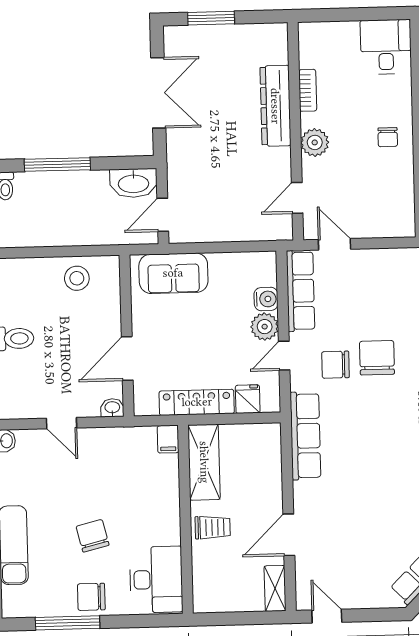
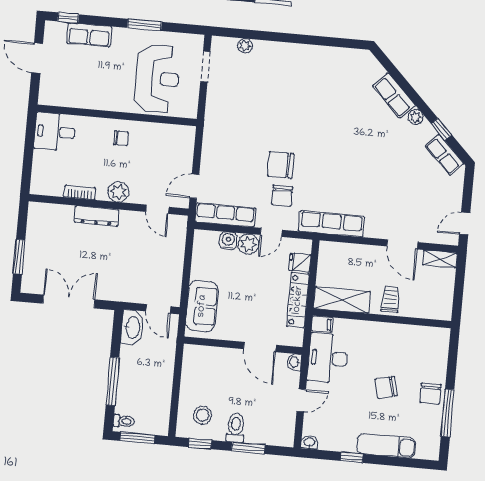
dresser: (275, 106) -> (96, 216), width x0.73, depth x0.80
stool: (77, 278) -> (203, 415), moved
door: (284, 356) -> (271, 232), hinge flipped
desk: (156, 580) -> (328, 358), moved, turned -90

